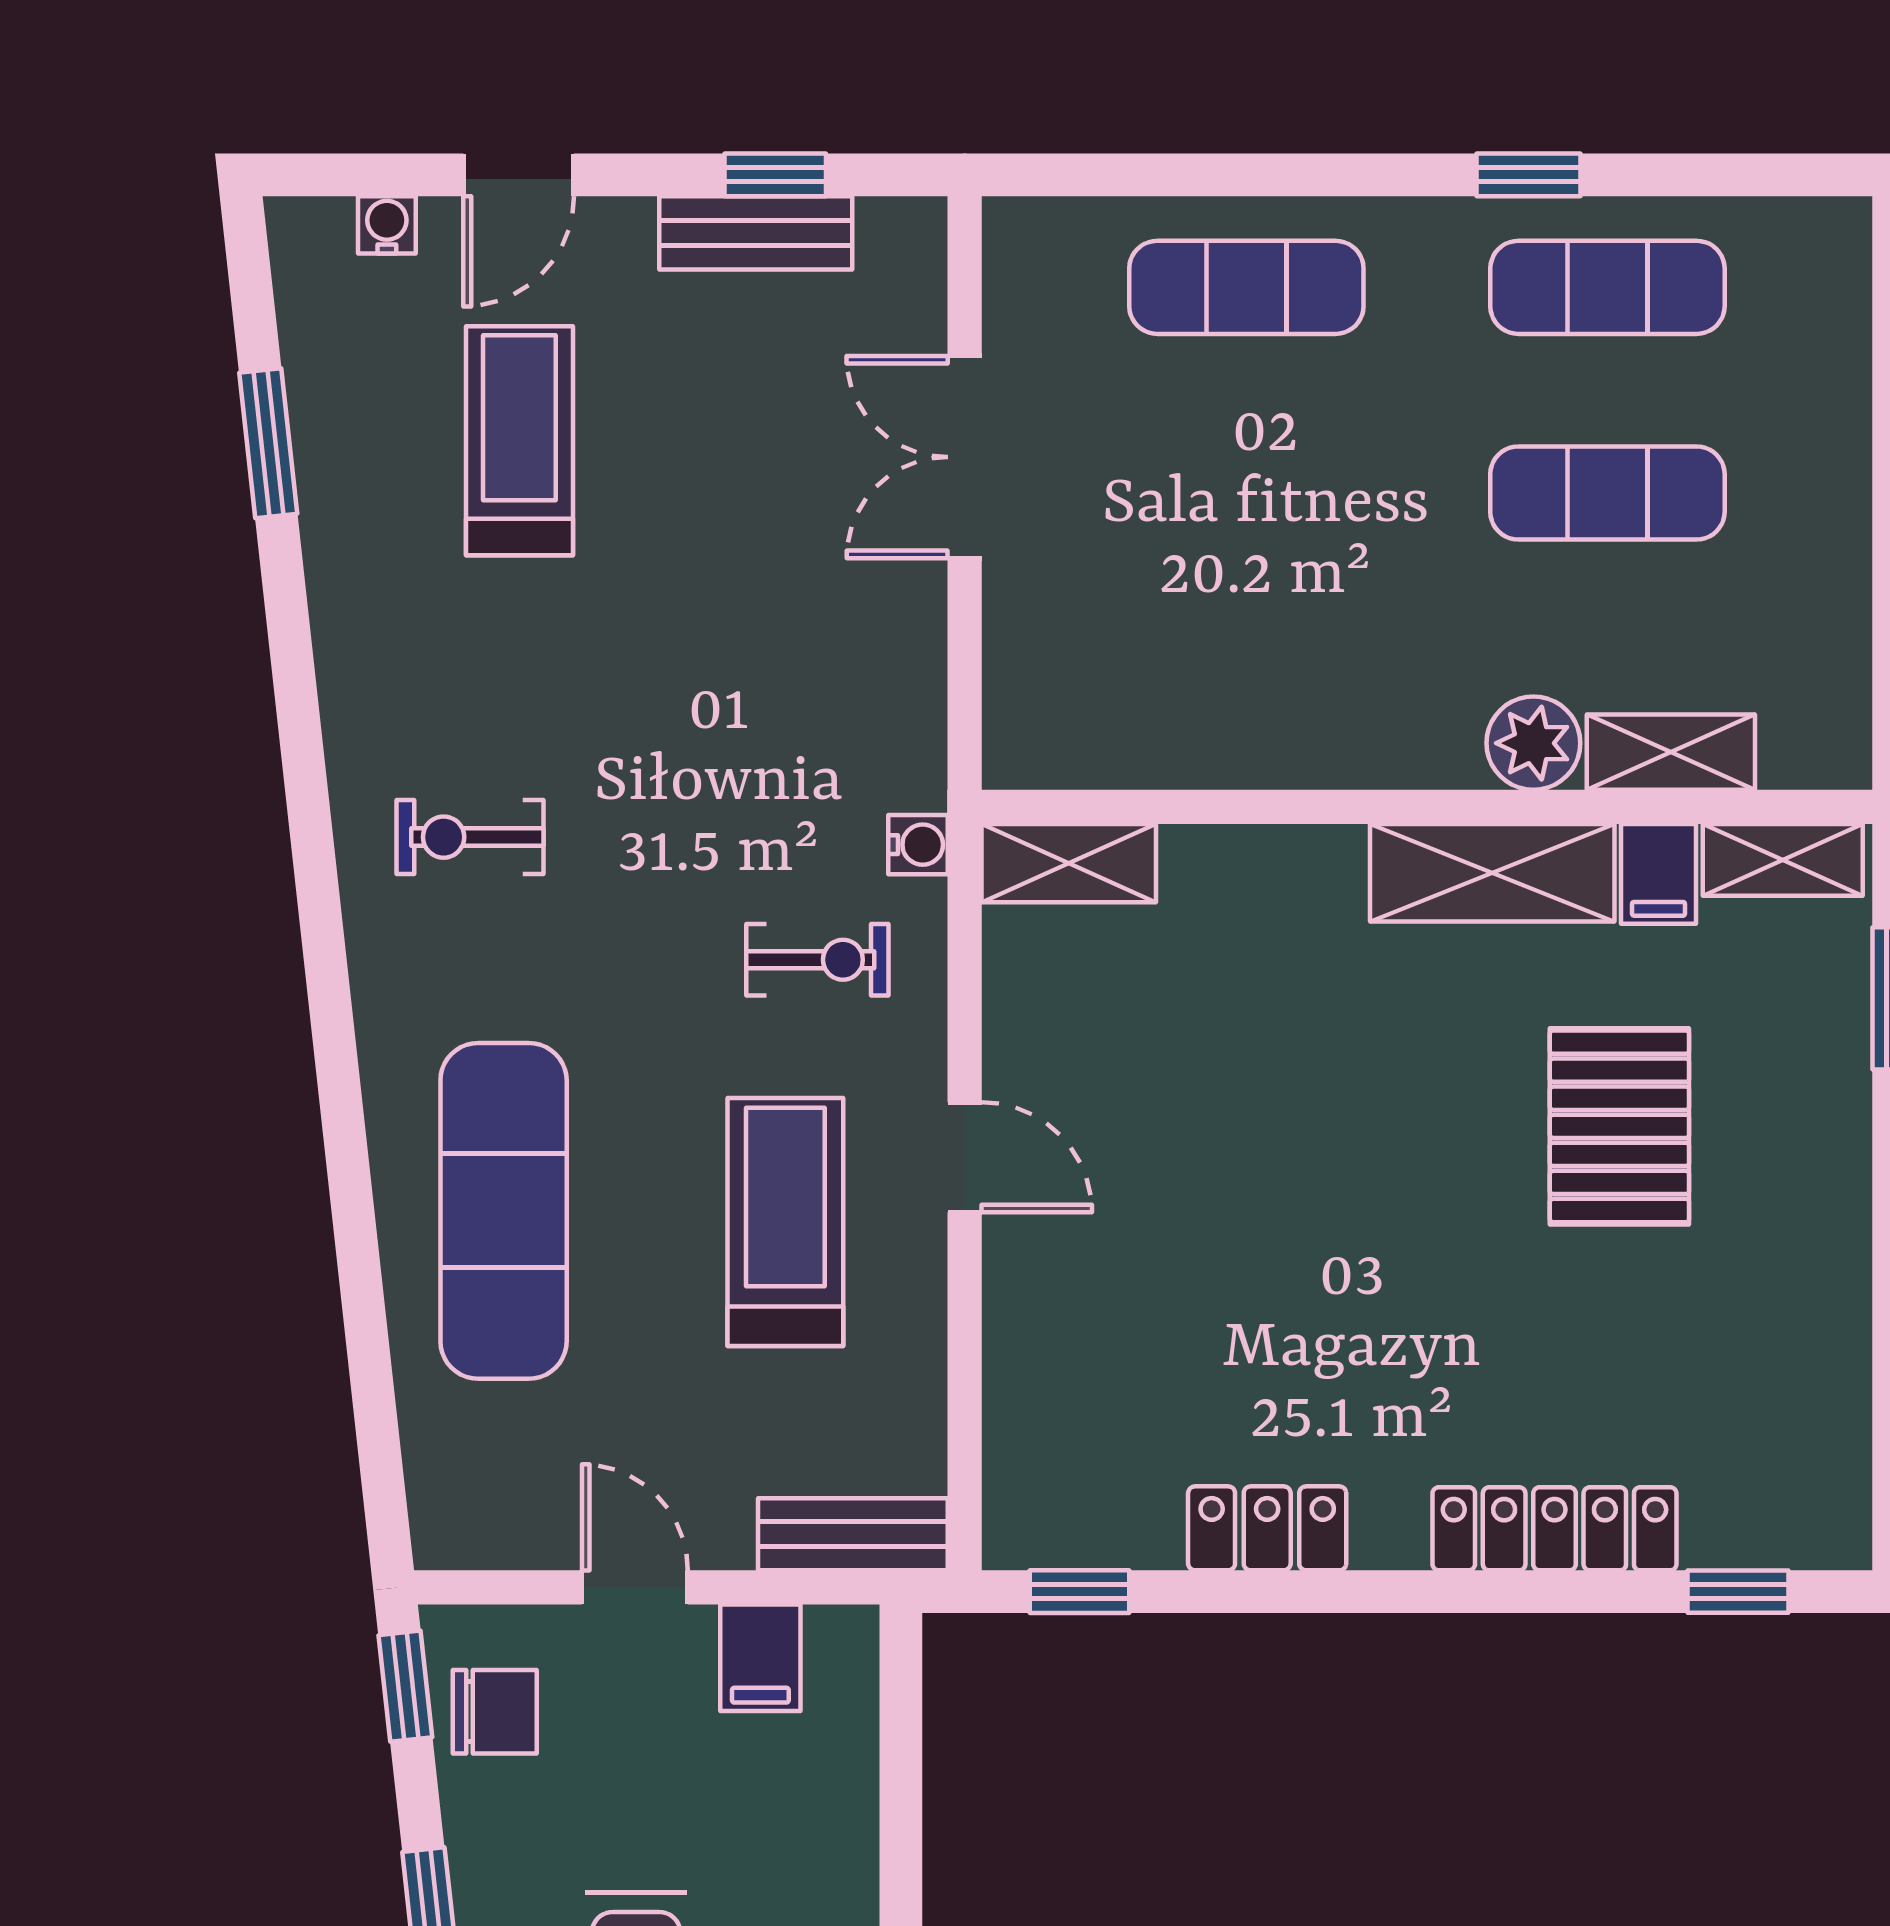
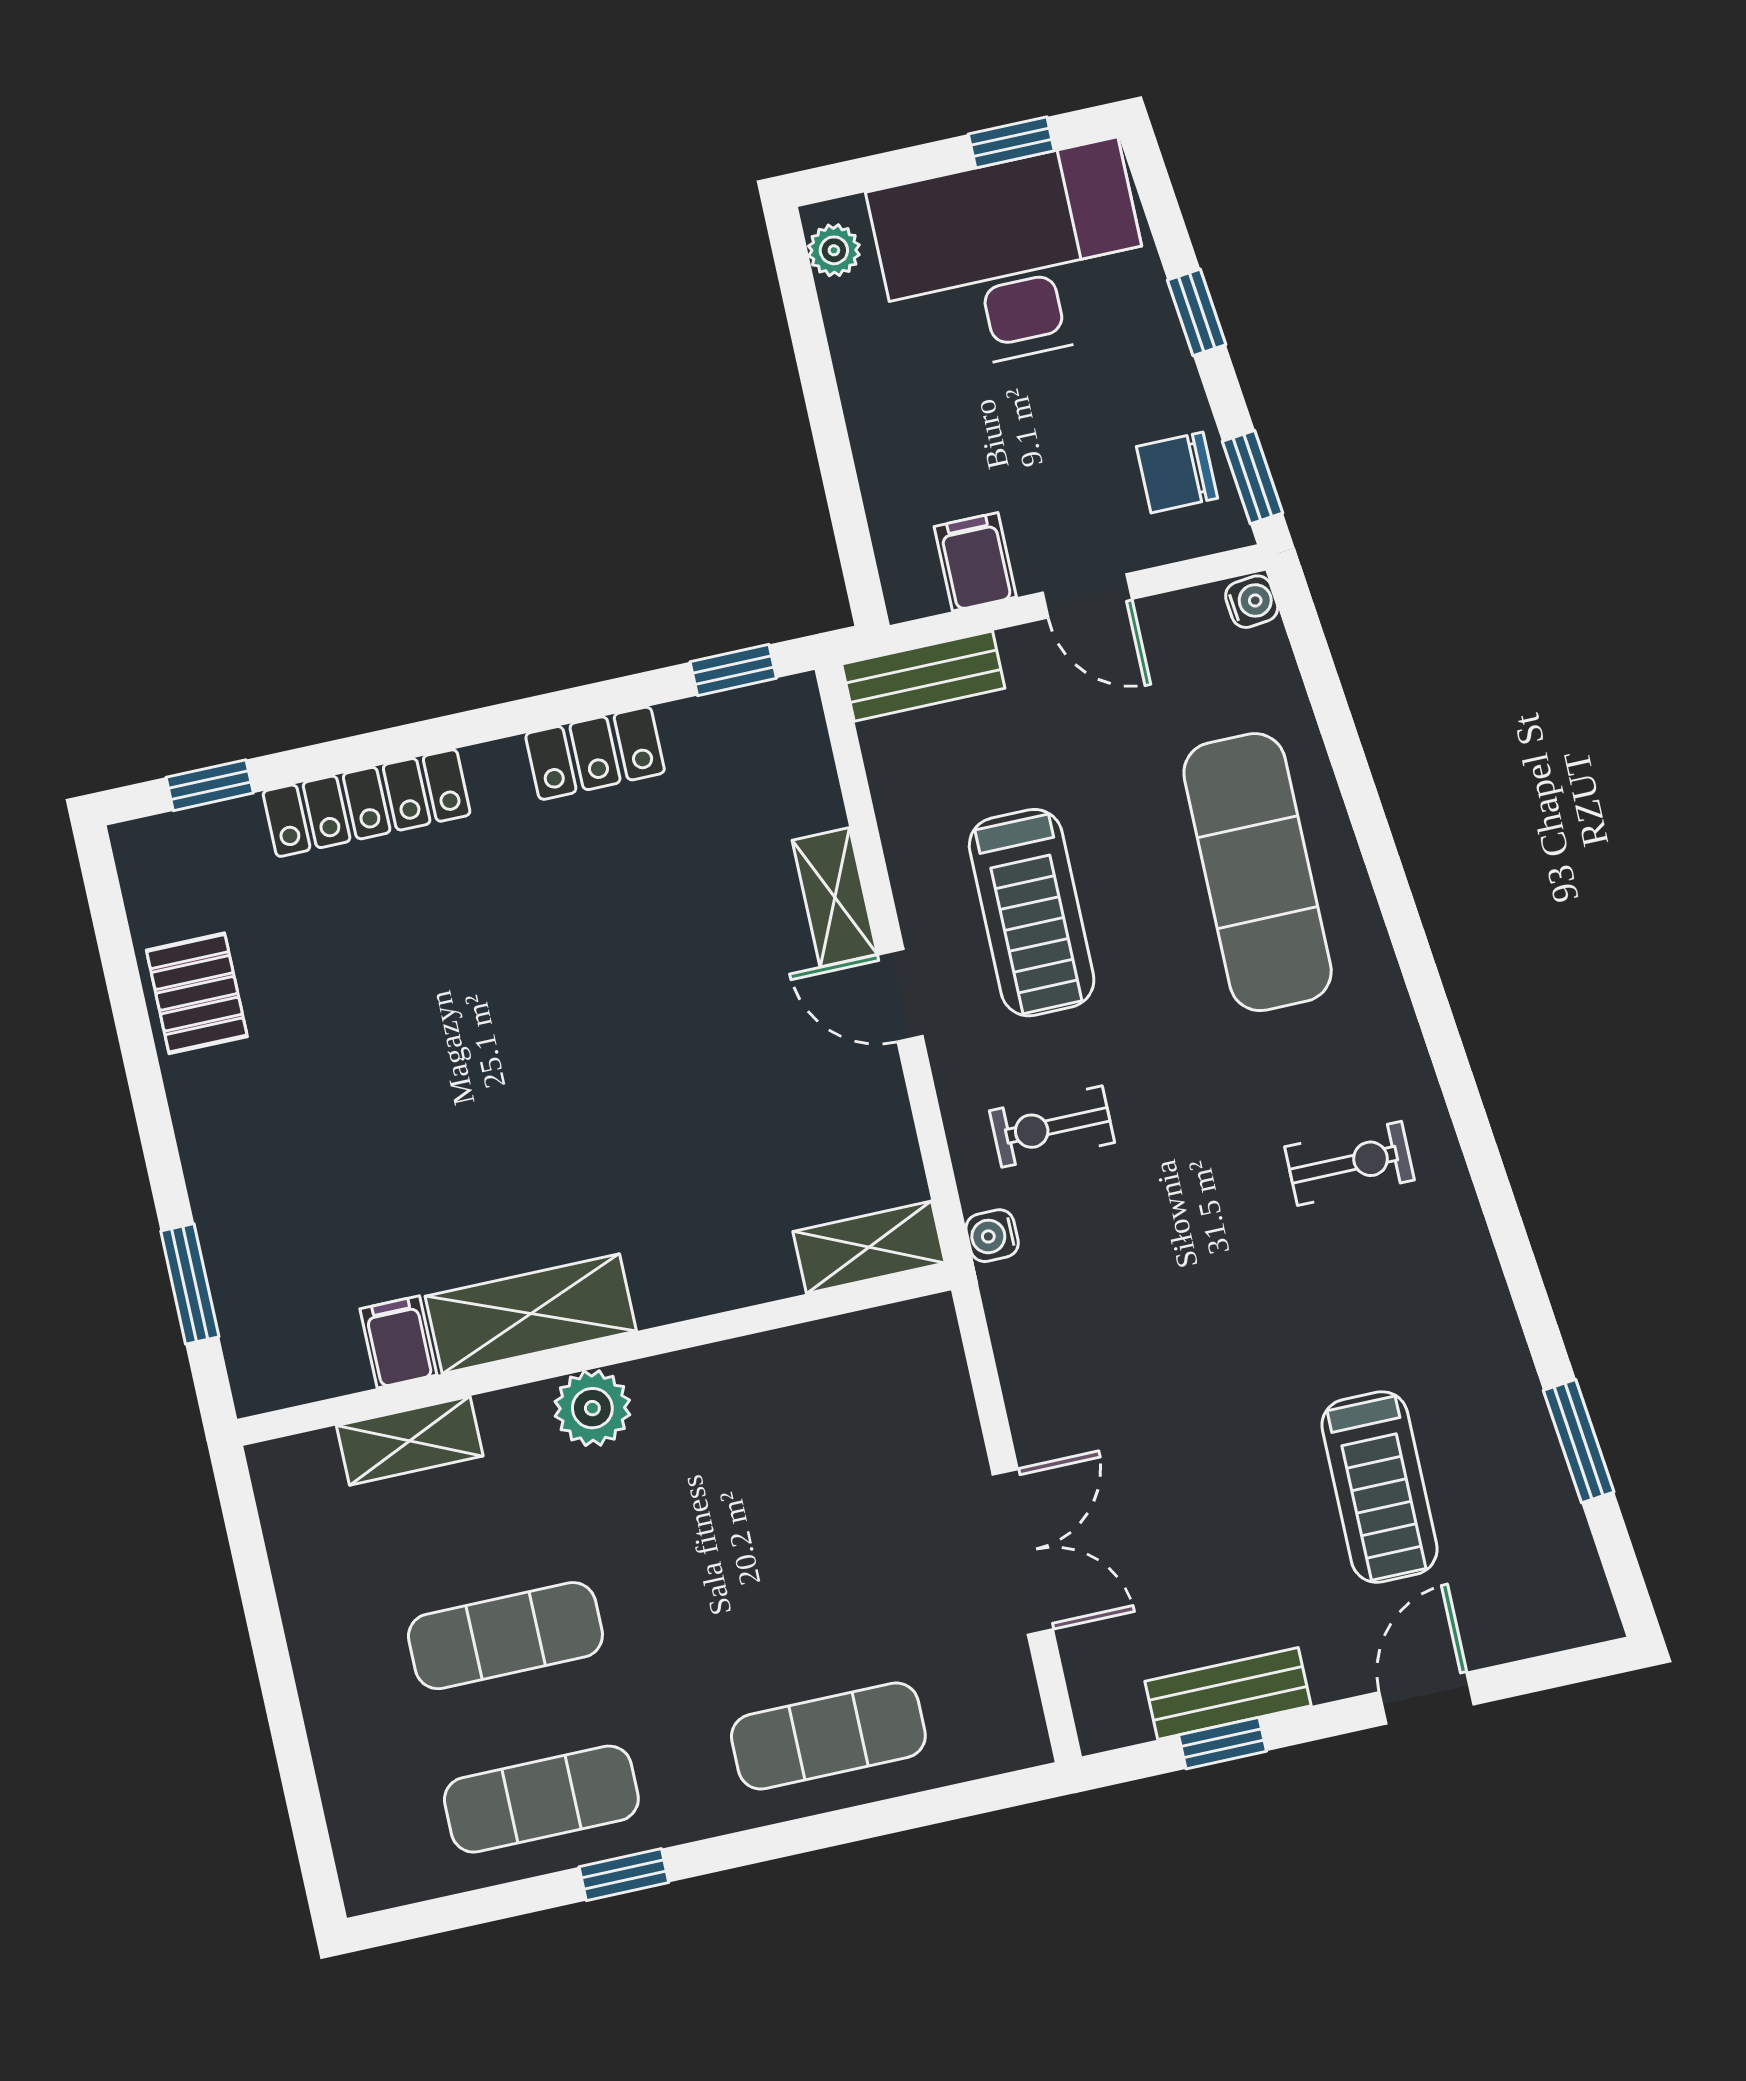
water cooler: (387, 225) -> (1252, 602), moved, turned -96
plant: (1533, 743) -> (592, 1408), moved
shelving: (1783, 860) -> (835, 897), moved, turned 90
pallet: (1619, 1126) -> (197, 993), moved, width x0.67, depth x0.71

